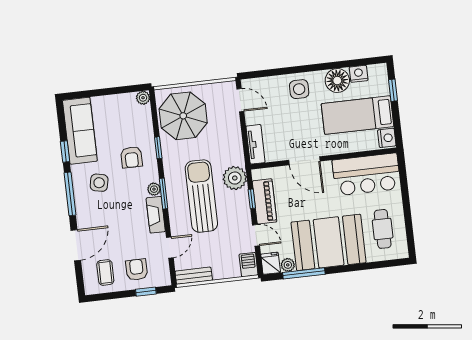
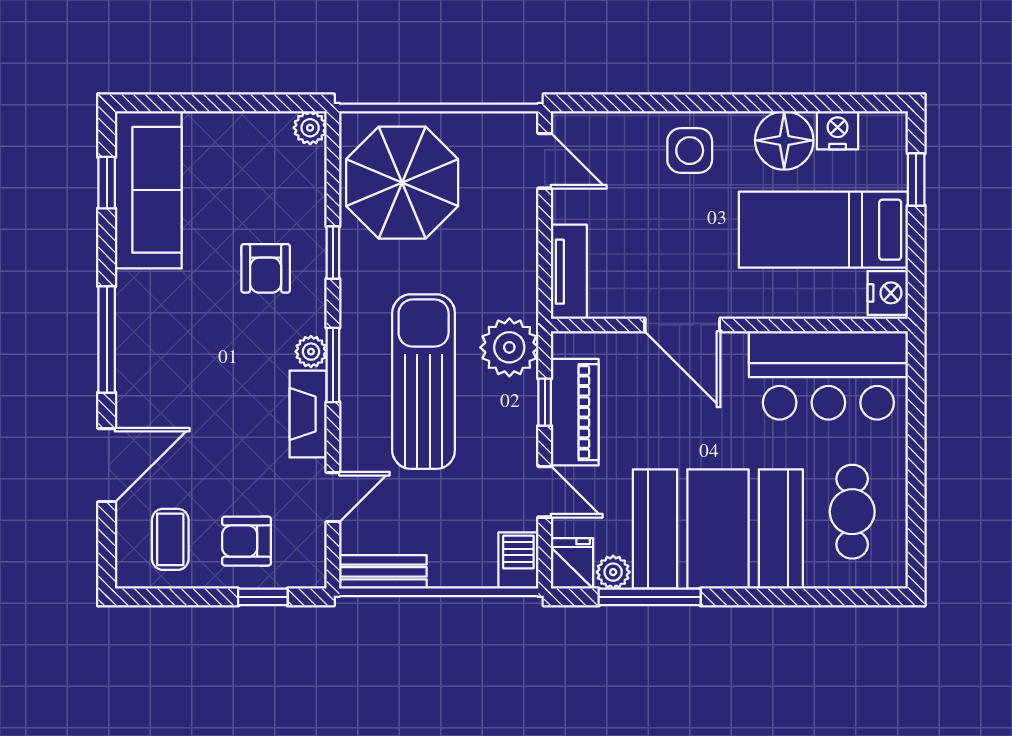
window: (65, 151) -> (107, 183), moved
side table: (99, 183) -> (180, 321), removed
armchair: (137, 270) -> (247, 541), turned -90

